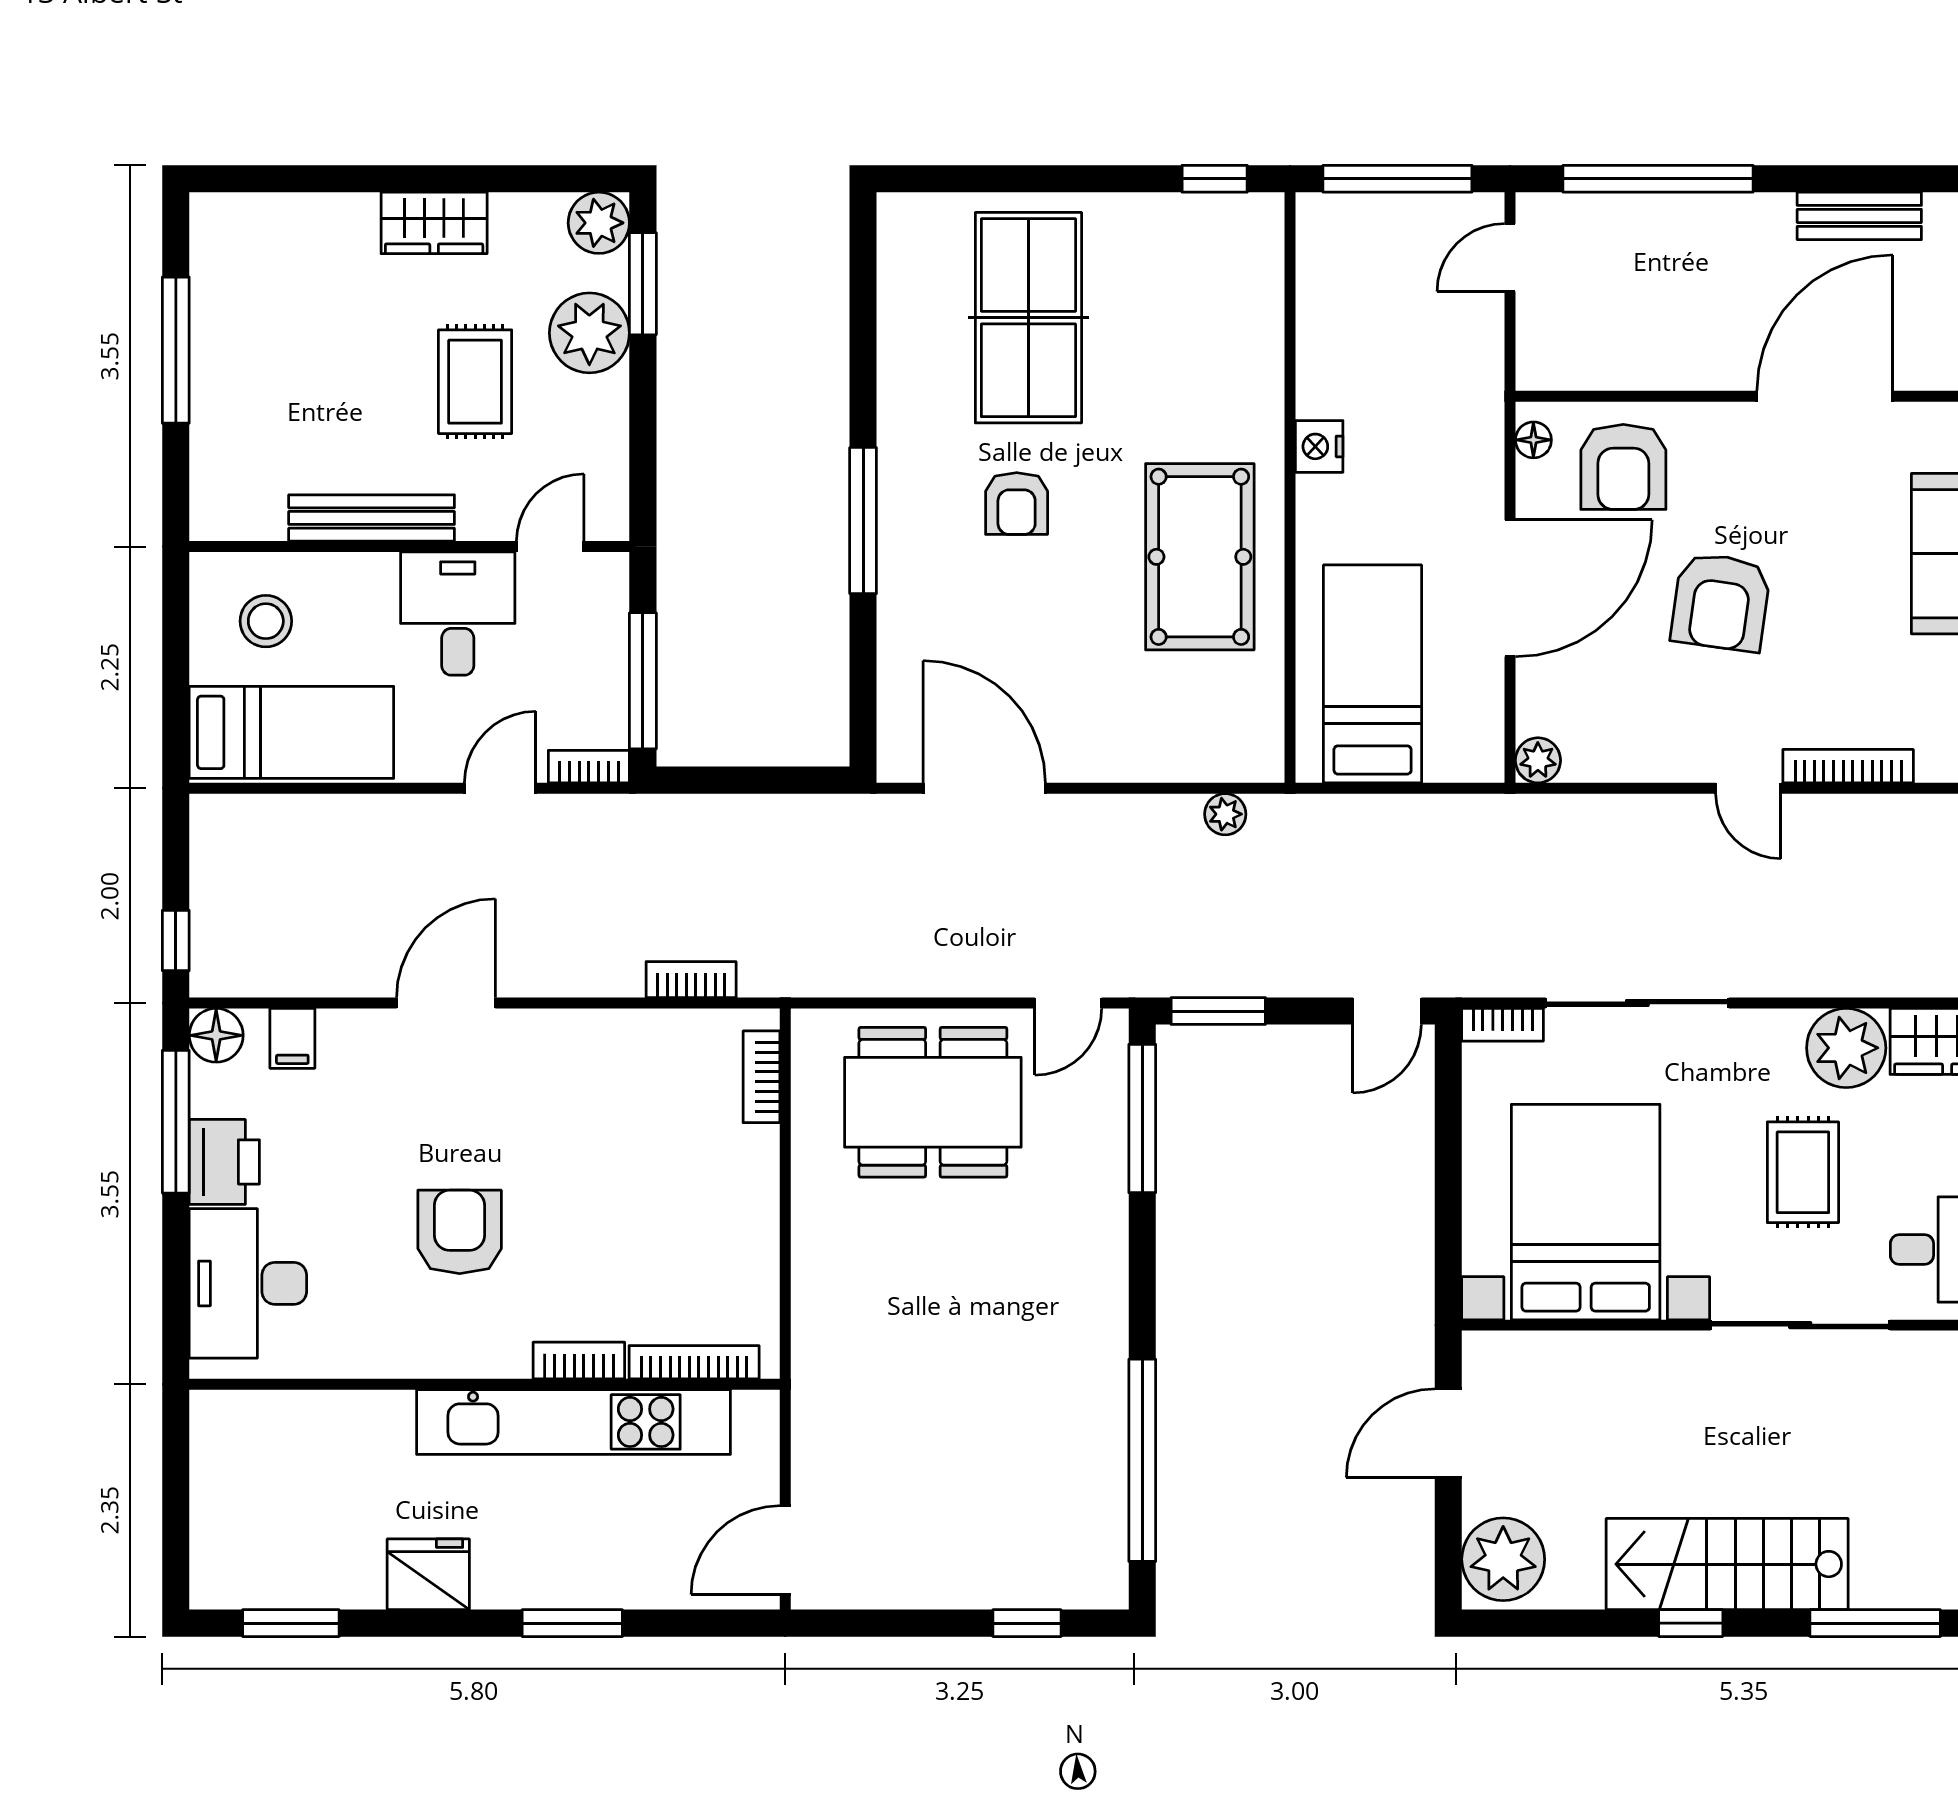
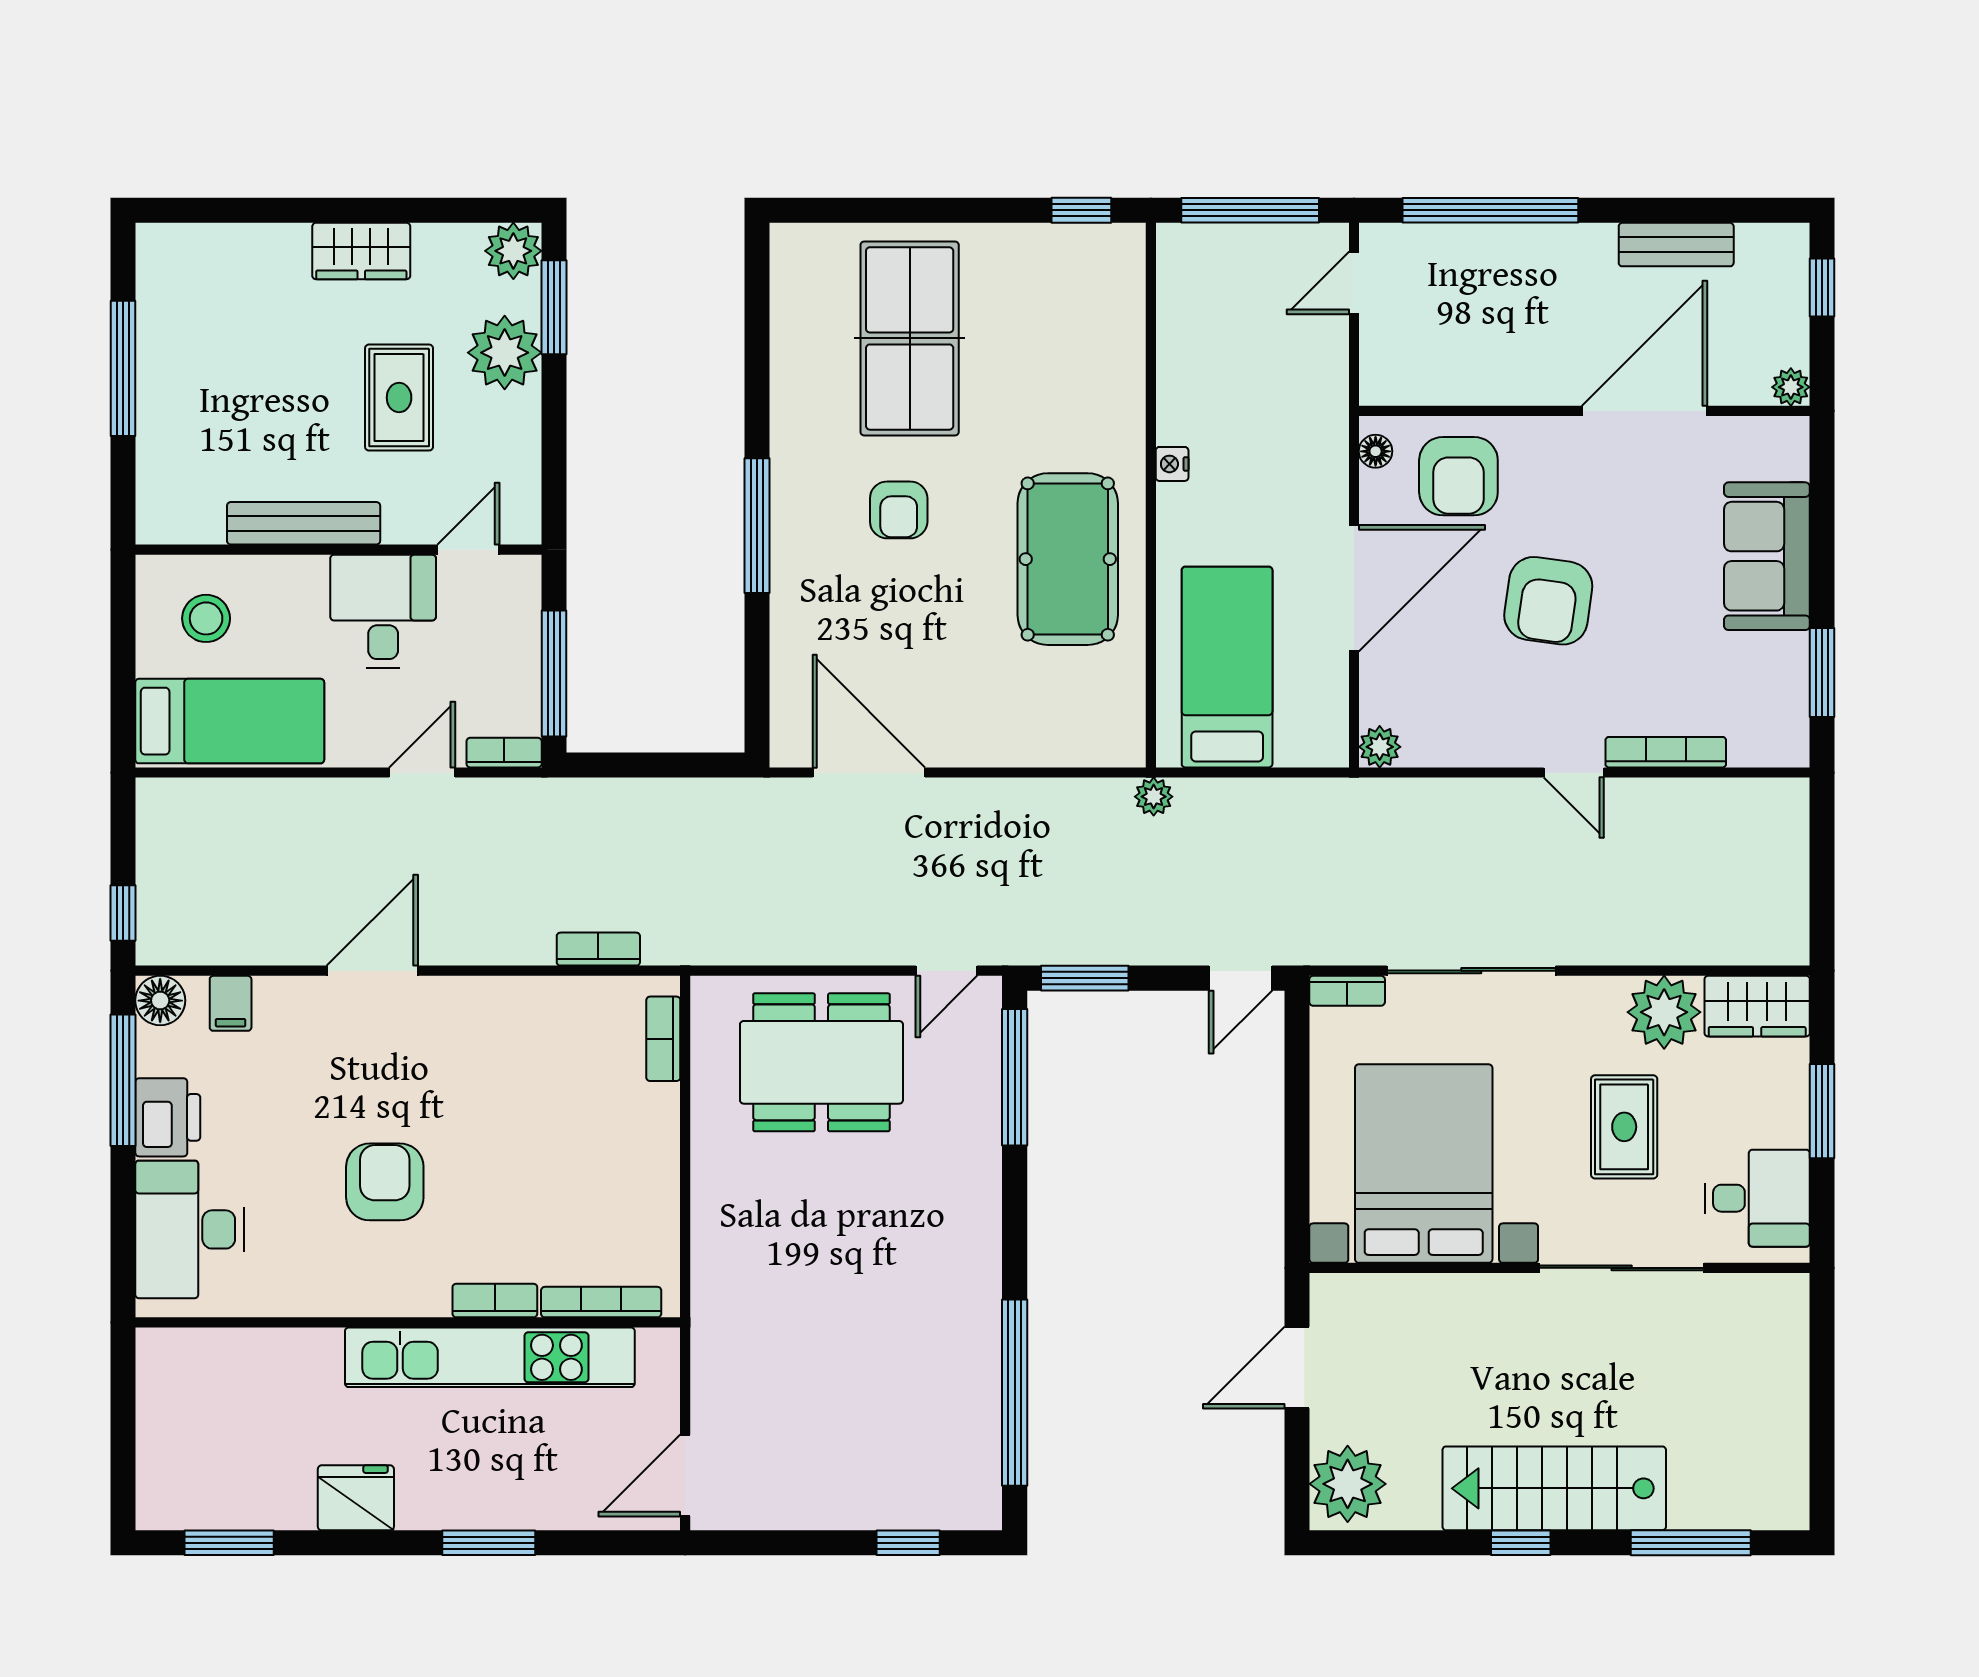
nightstand: (1319, 446) -> (1172, 464), width x0.72, depth x0.74
plant: (1225, 814) -> (1154, 797), moved

